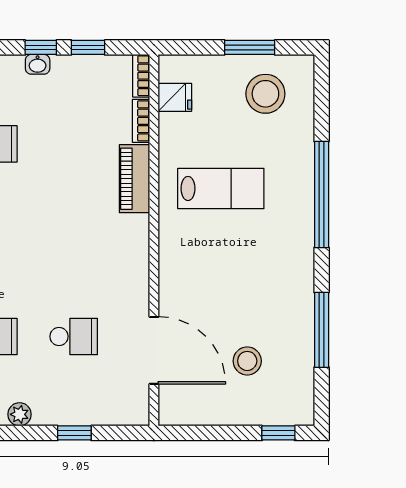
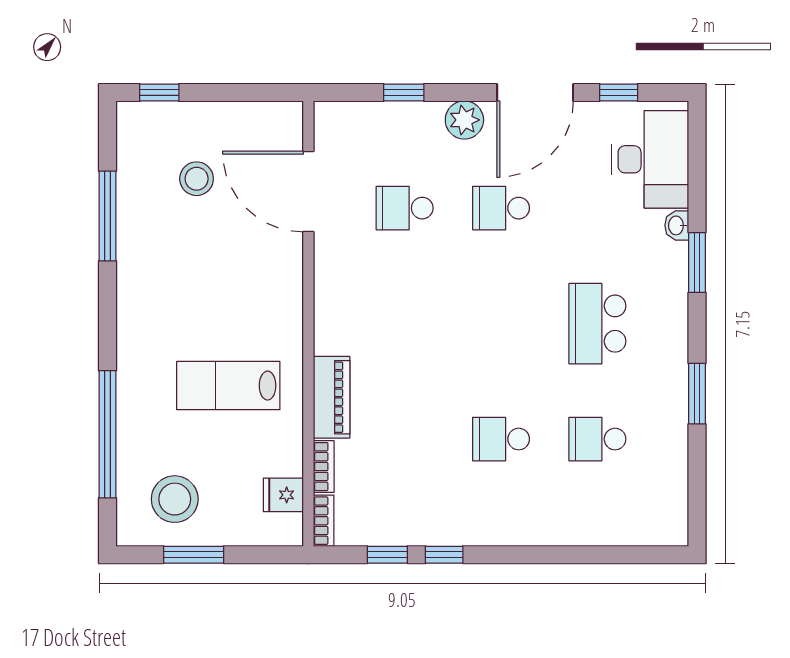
washbasin: (38, 64) -> (448, 534), removed
window: (322, 195) -> (107, 434), moved
plant: (19, 414) -> (464, 120), width x1.38, depth x1.38

